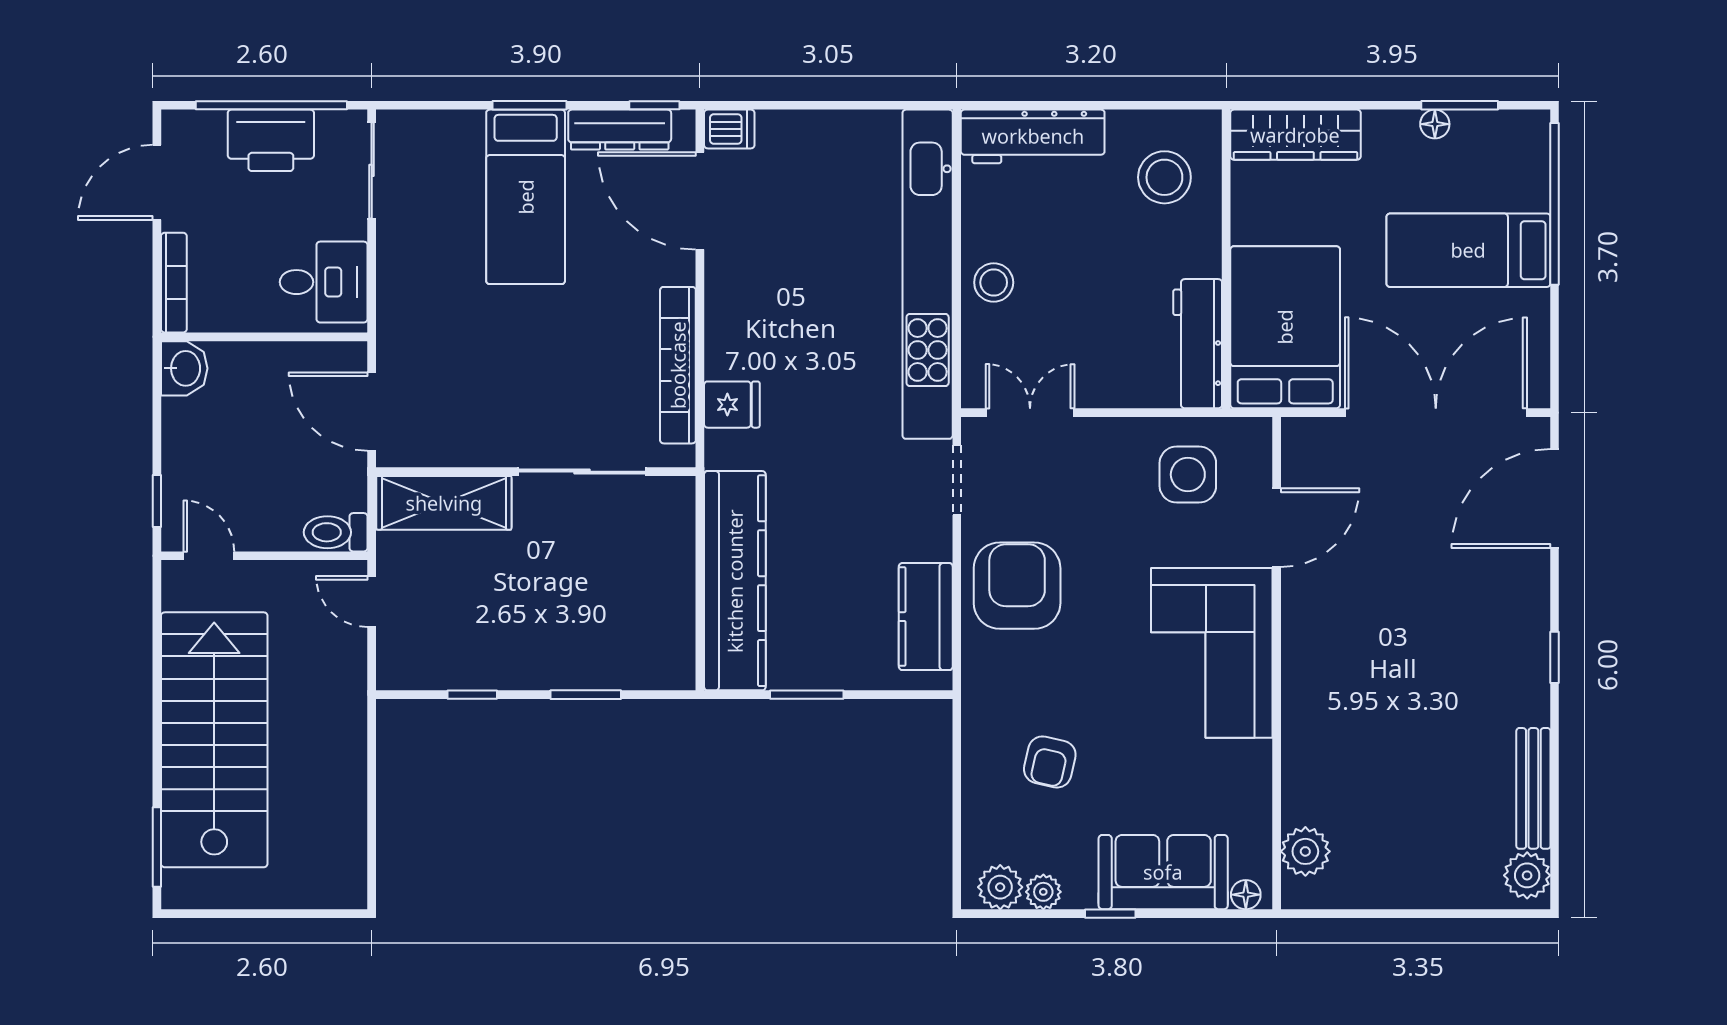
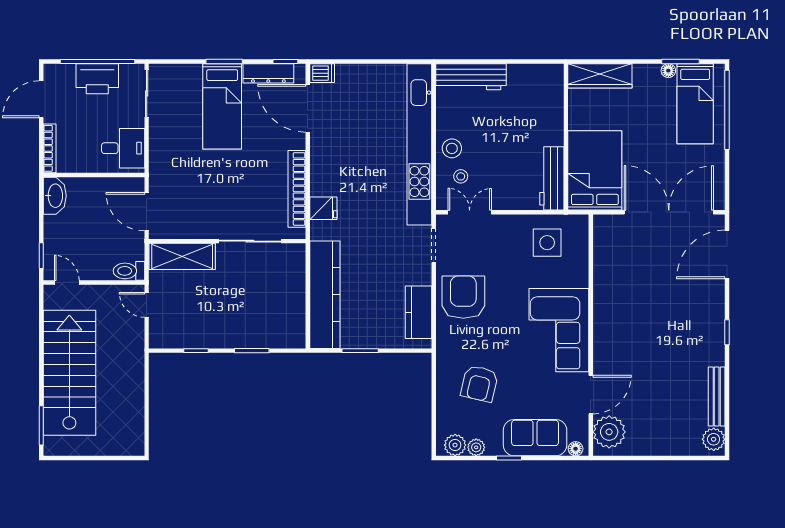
stool: (1164, 177) -> (461, 176), moved, width x0.53, depth x0.53
bed: (1468, 250) -> (695, 104), moved, turned -90
washbasin: (184, 368) -> (55, 196), width x1.38
door: (1277, 528) -> (591, 395), moved
armchair: (1050, 762) -> (479, 384), width x1.38, depth x1.38
plant: (1305, 851) -> (609, 432), width x1.36, depth x1.36

